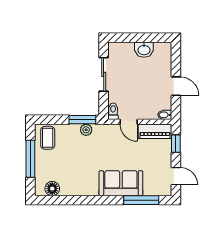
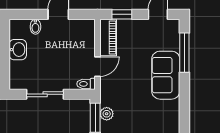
bidet: (165, 115) -> (35, 27), moved

